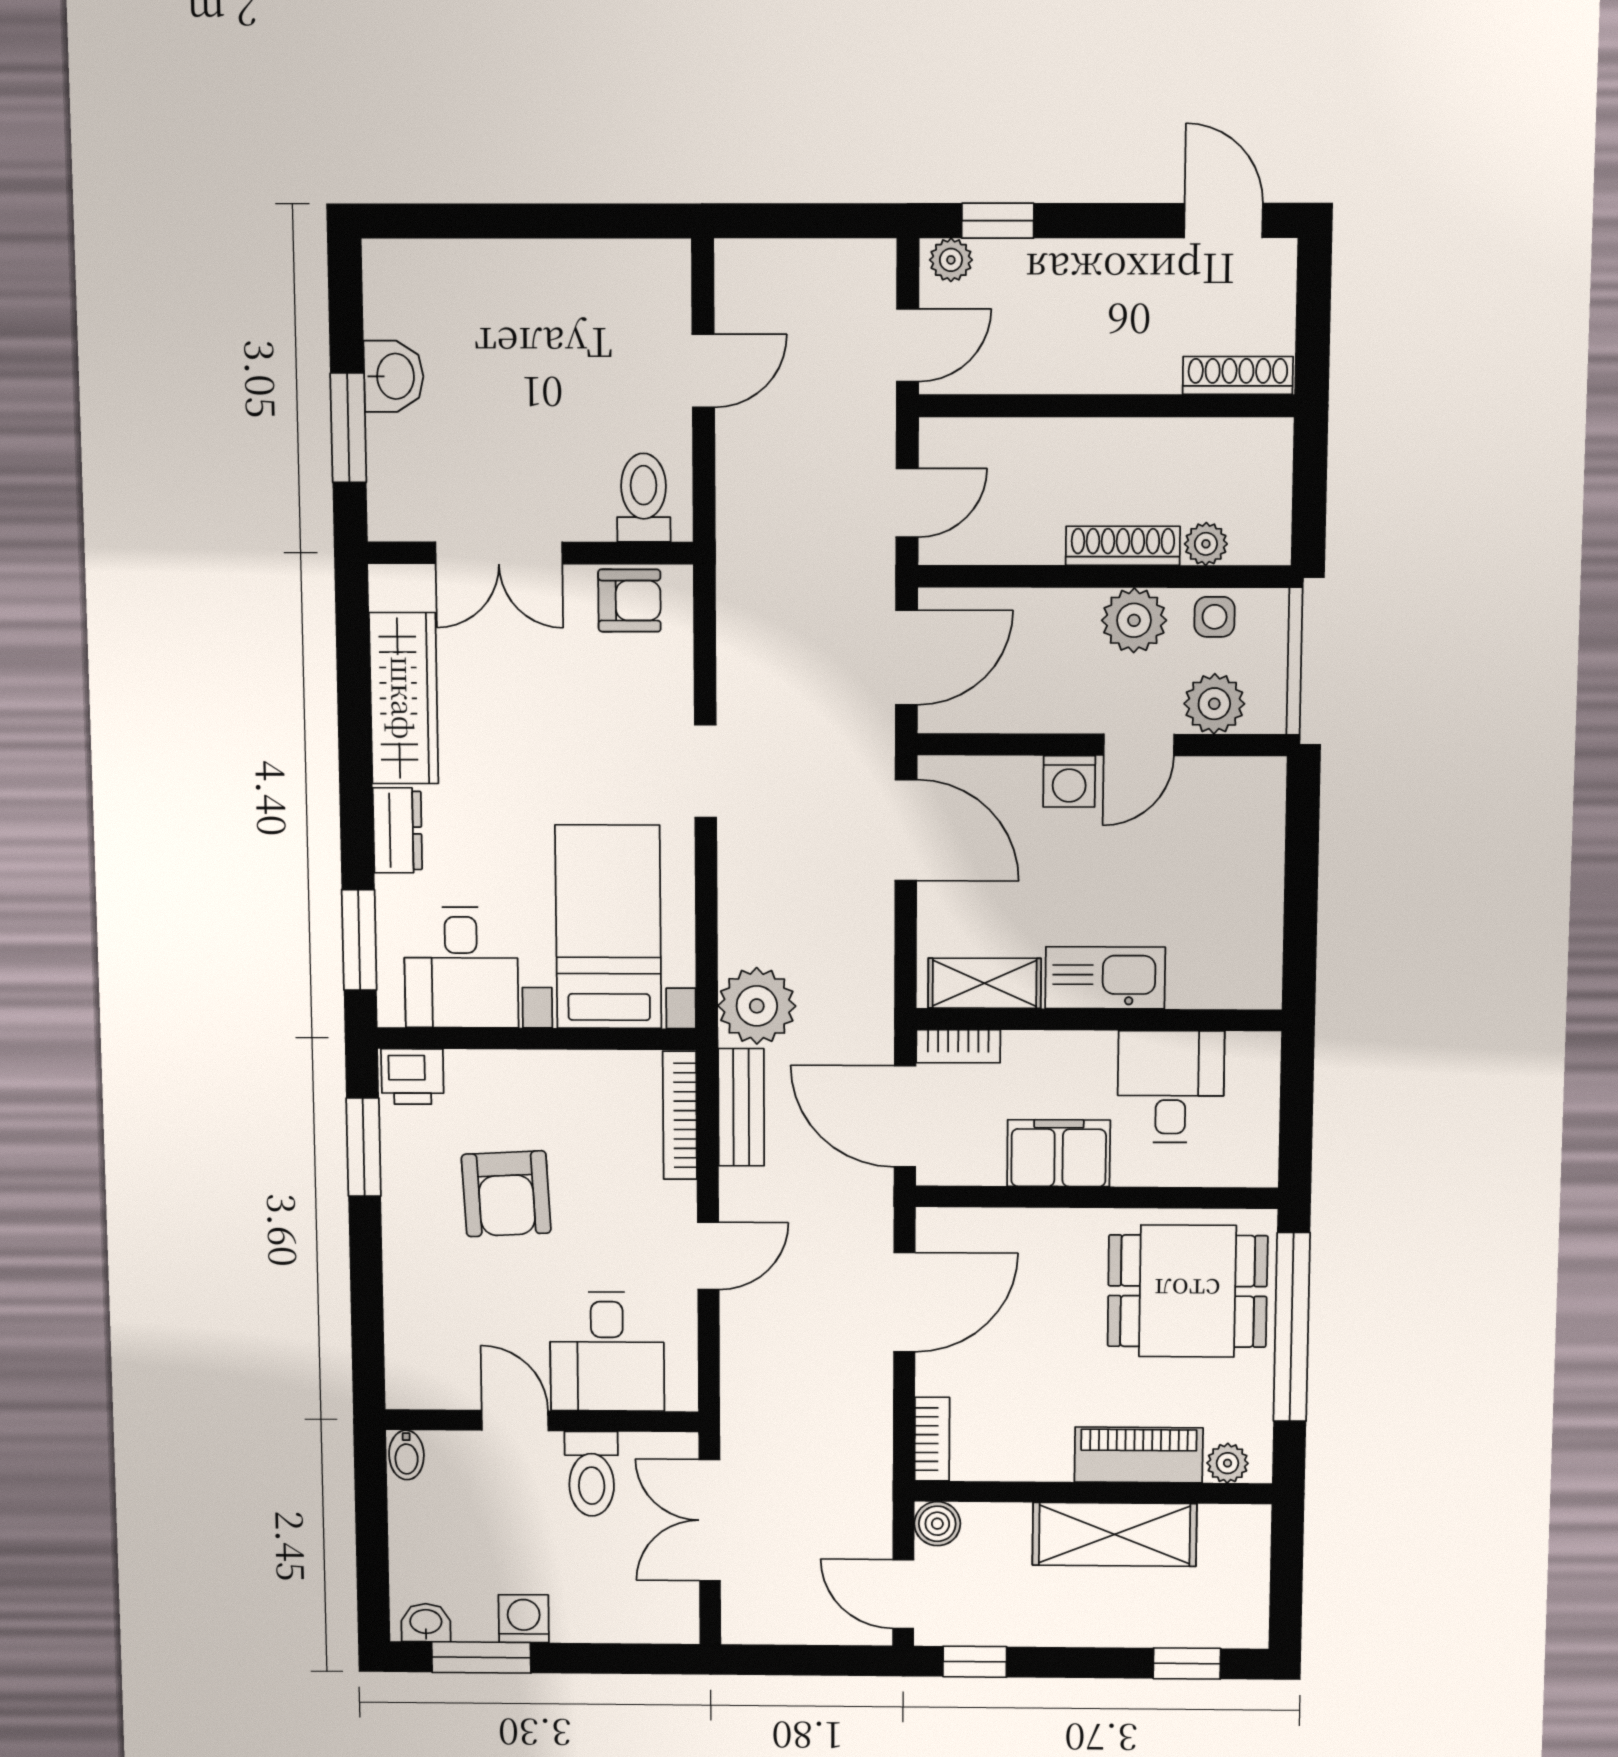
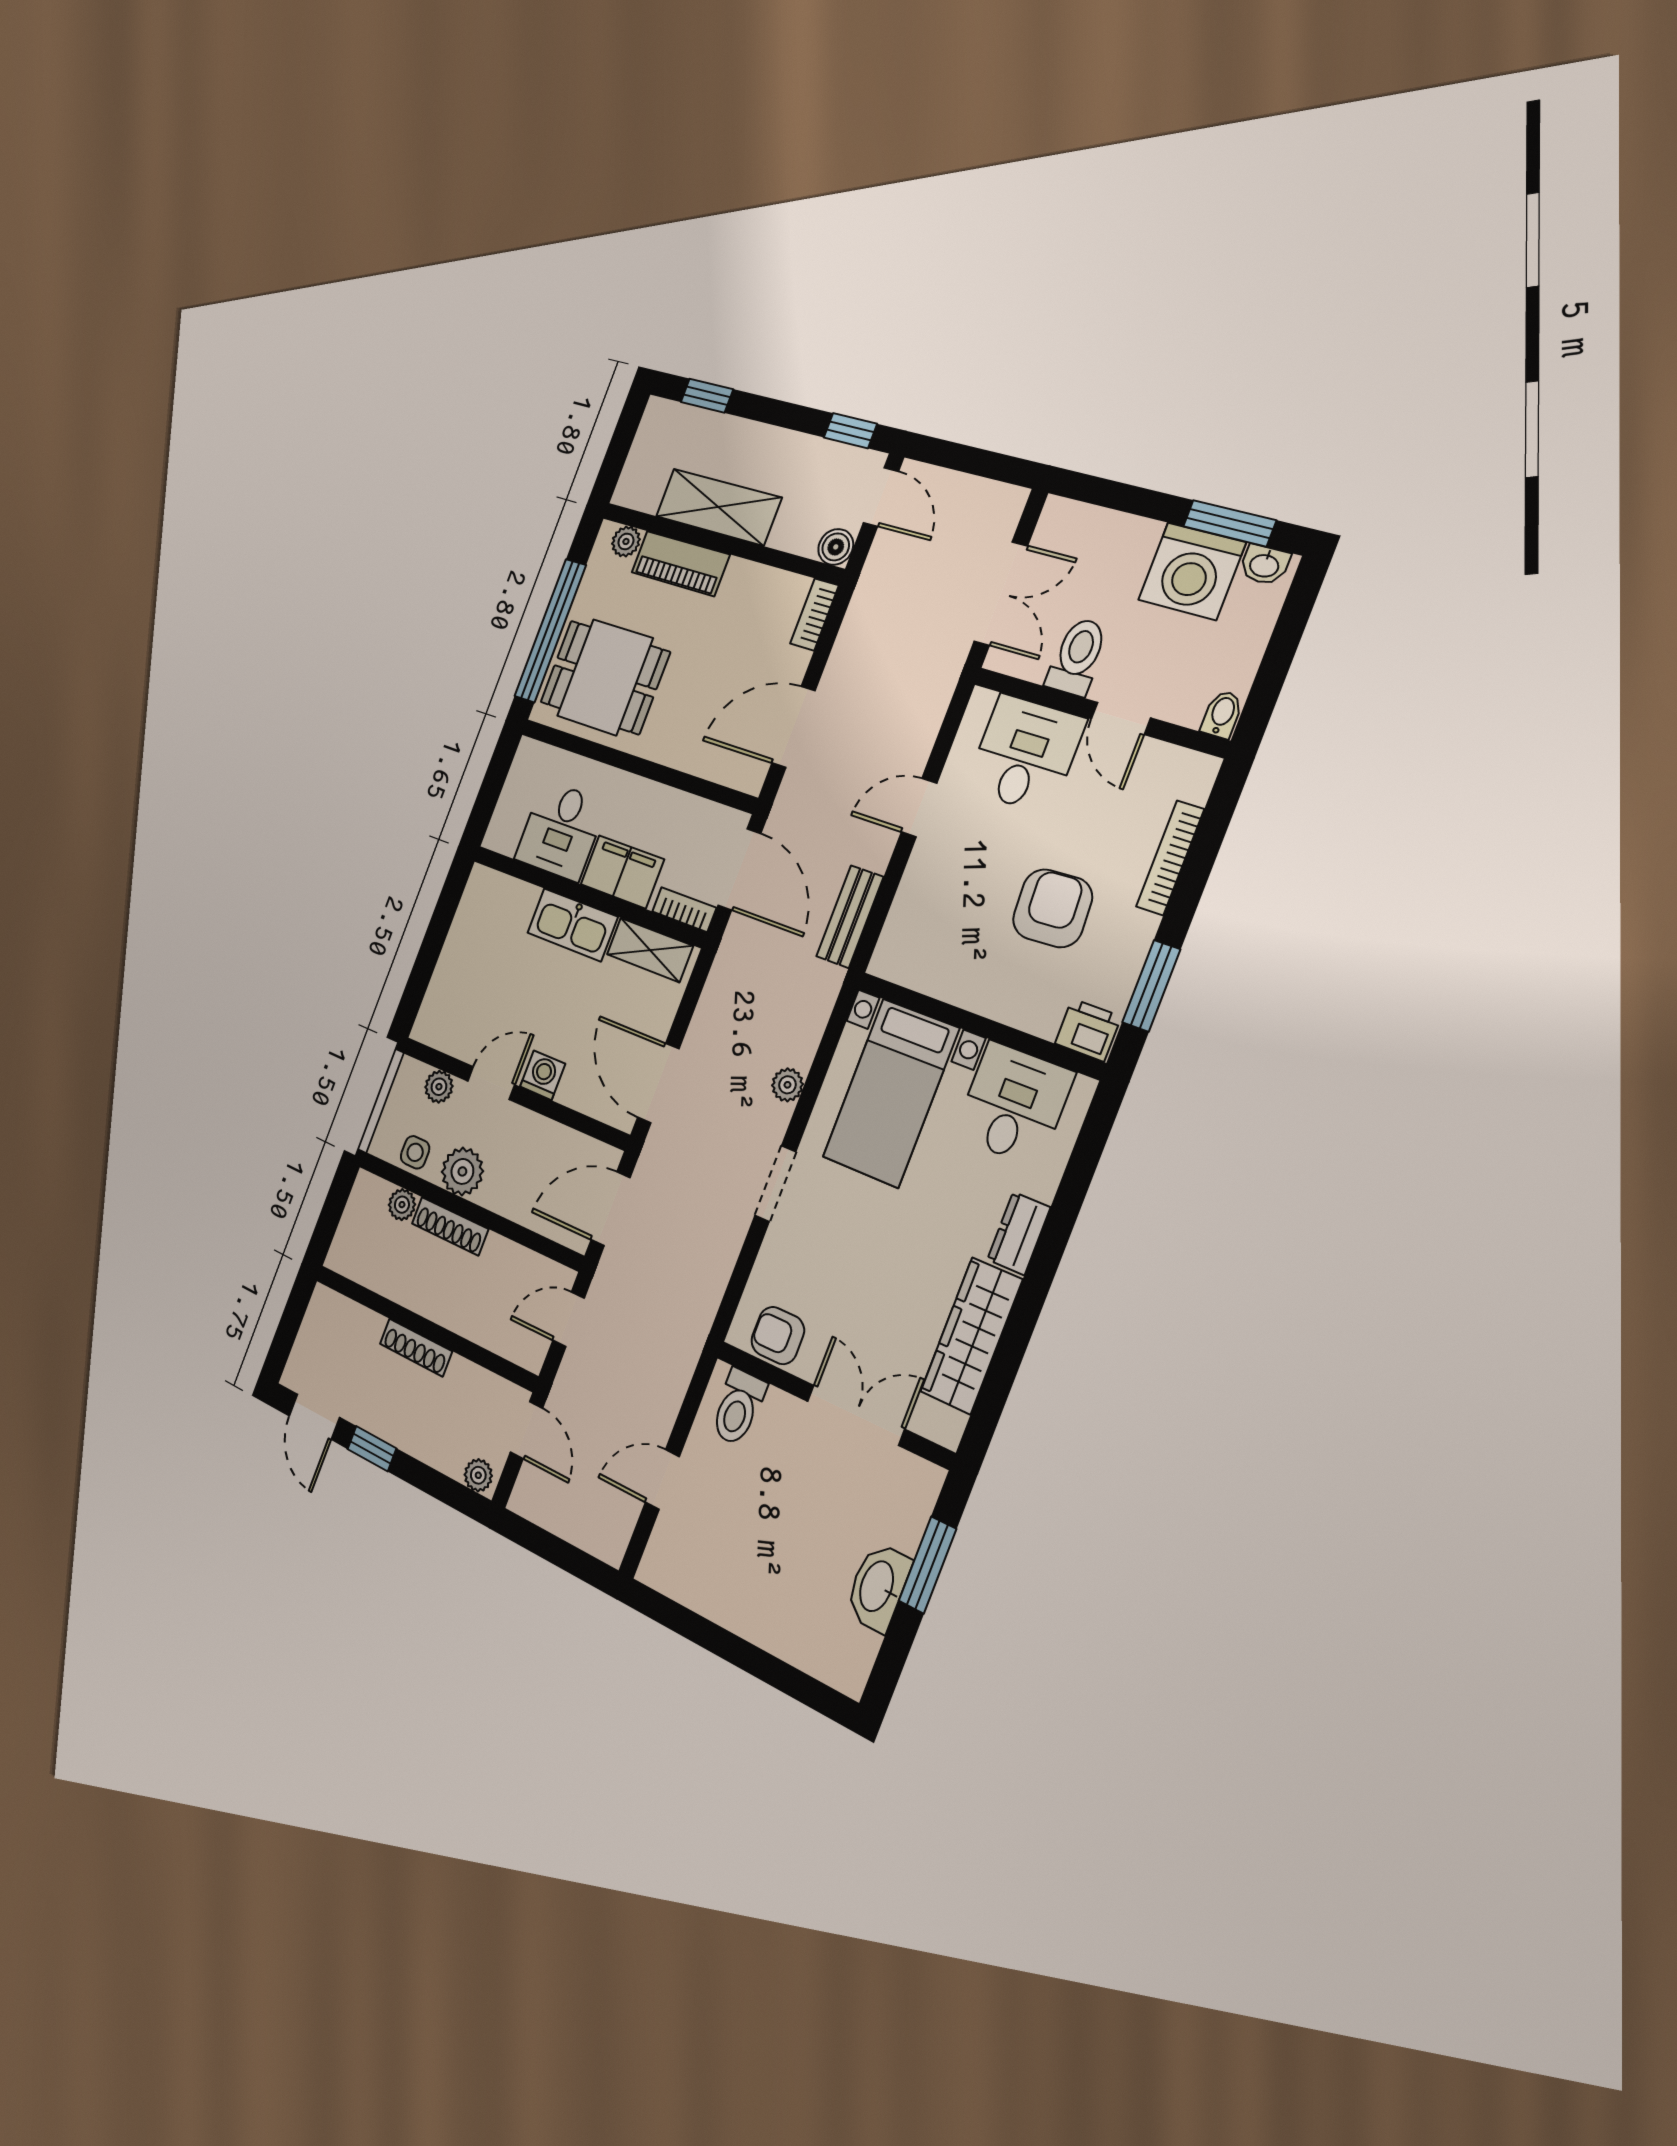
window: (998, 221) -> (372, 1449), moved
door: (908, 345) -> (526, 1430), swing flipped
shoe rack: (1238, 375) -> (416, 1347), moved
washbasin: (394, 376) -> (878, 1587), width x1.38
plant: (1214, 704) -> (439, 1087), width x0.73, depth x0.73
window: (359, 940) -> (1085, 1157), removed
plant: (757, 1006) -> (787, 1085), moved, width x0.53, depth x0.53
bookcase: (680, 1115) -> (1170, 858), moved, turned 180
filing cabinet: (1059, 1153) -> (622, 872), moved, turned 180
washing machine: (524, 1619) -> (1192, 571), width x1.89, depth x1.89

